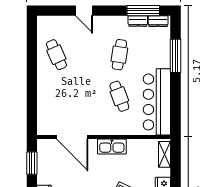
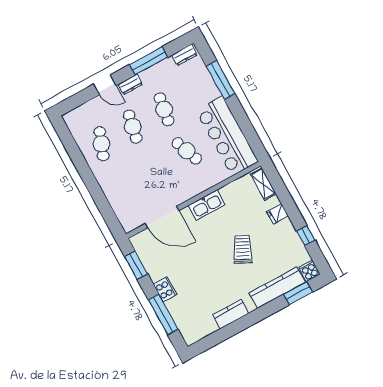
window: (143, 11) -> (149, 61), moved
dresser: (138, 21) -> (130, 84), moved
cafe table: (56, 55) -> (101, 144), turned 45
cafe table: (88, 55) -> (133, 127), added

